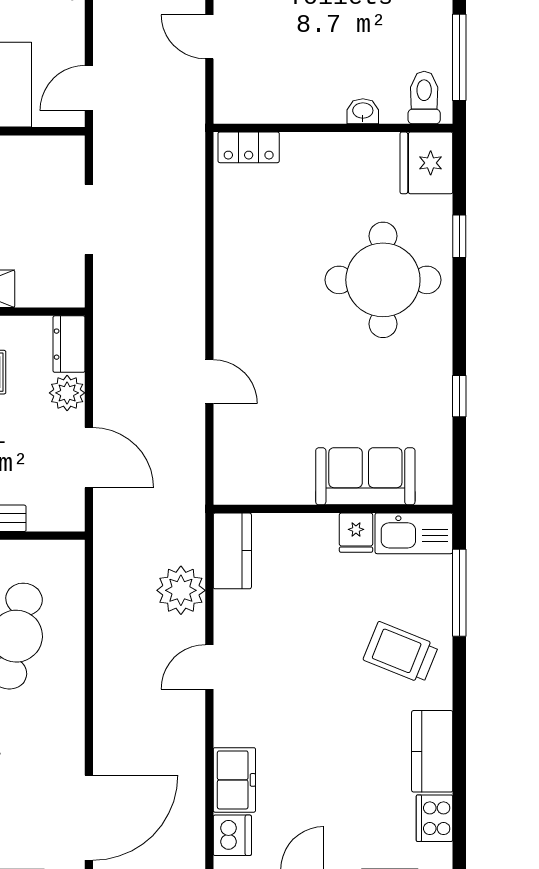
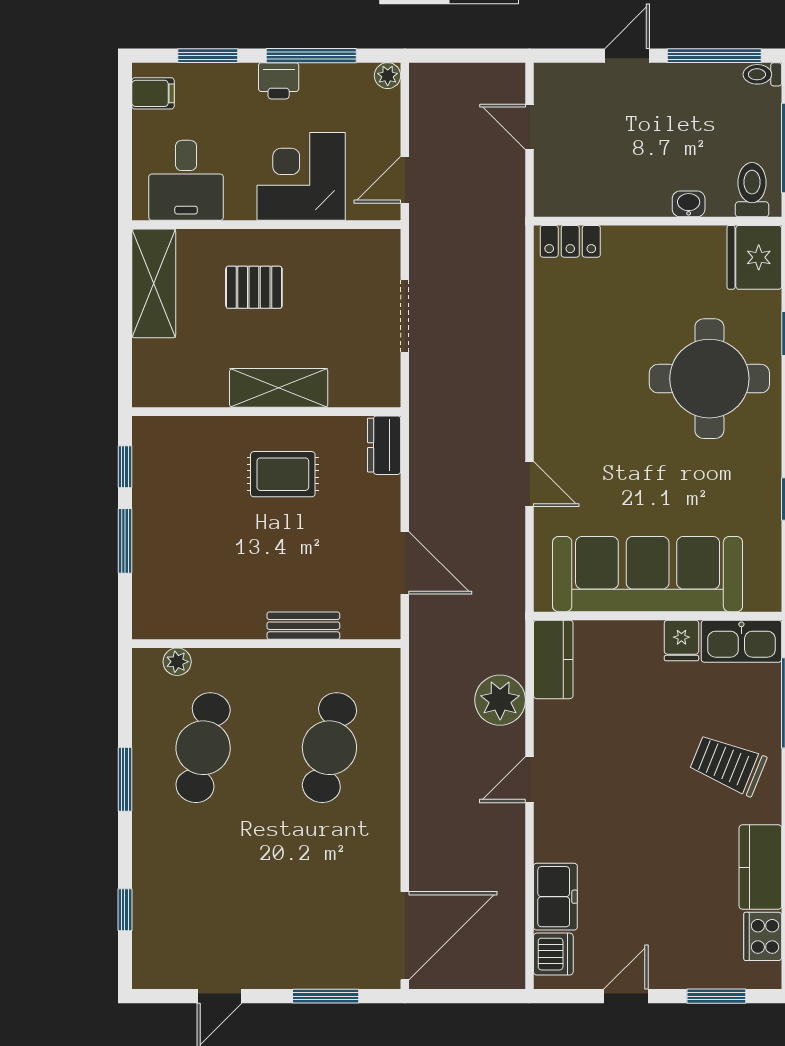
plant: (67, 393) -> (382, 496), removed
sofa: (365, 476) -> (648, 574), width x1.85, depth x1.27

